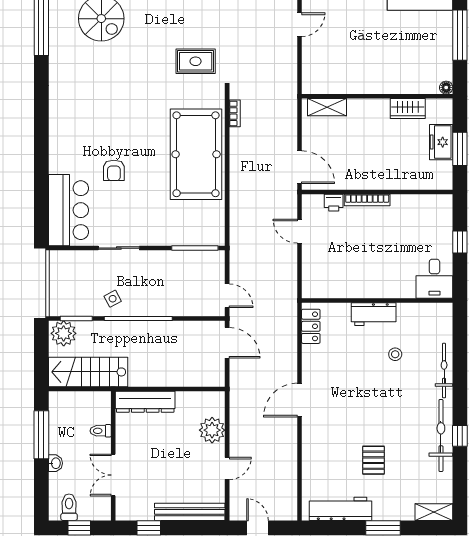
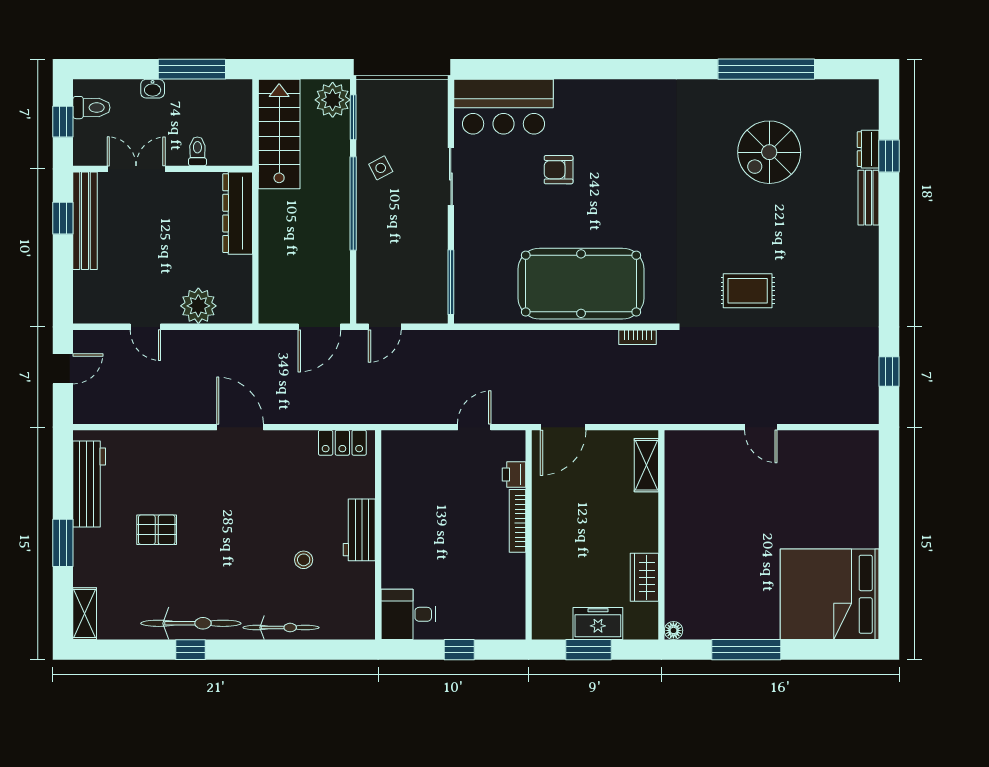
rug: (196, 61) -> (748, 291), moved, turned 90
bench: (190, 512) -> (85, 221), moved

